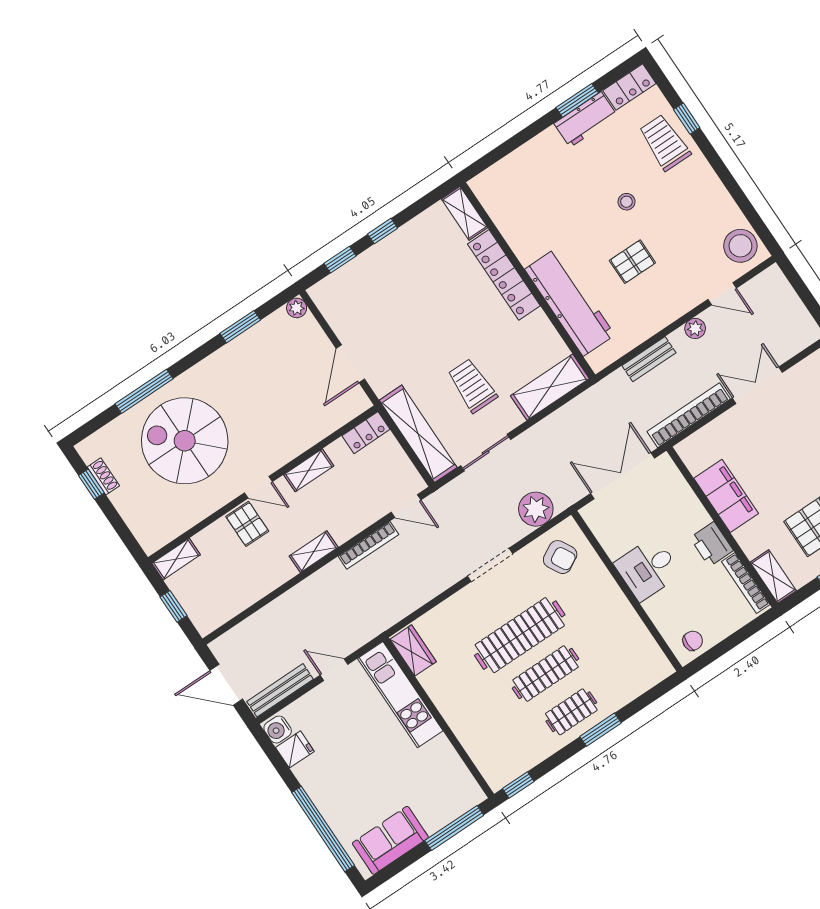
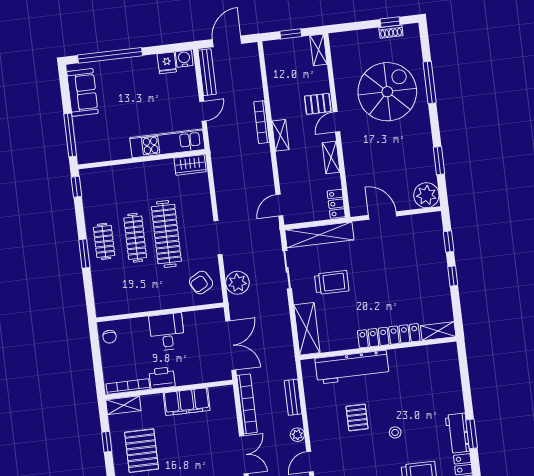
plant: (297, 308) -> (426, 195), width x1.87, depth x1.87
bookcase: (368, 545) -> (262, 122), moved

